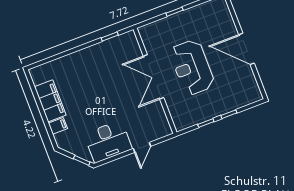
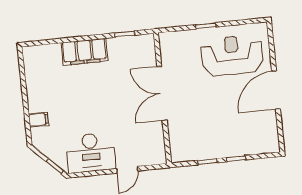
door: (247, 49) -> (276, 90), hinge flipped
reception desk: (192, 67) -> (232, 55), moved, turned 90
filing cabinet: (50, 101) -> (84, 52), moved, turned 90

